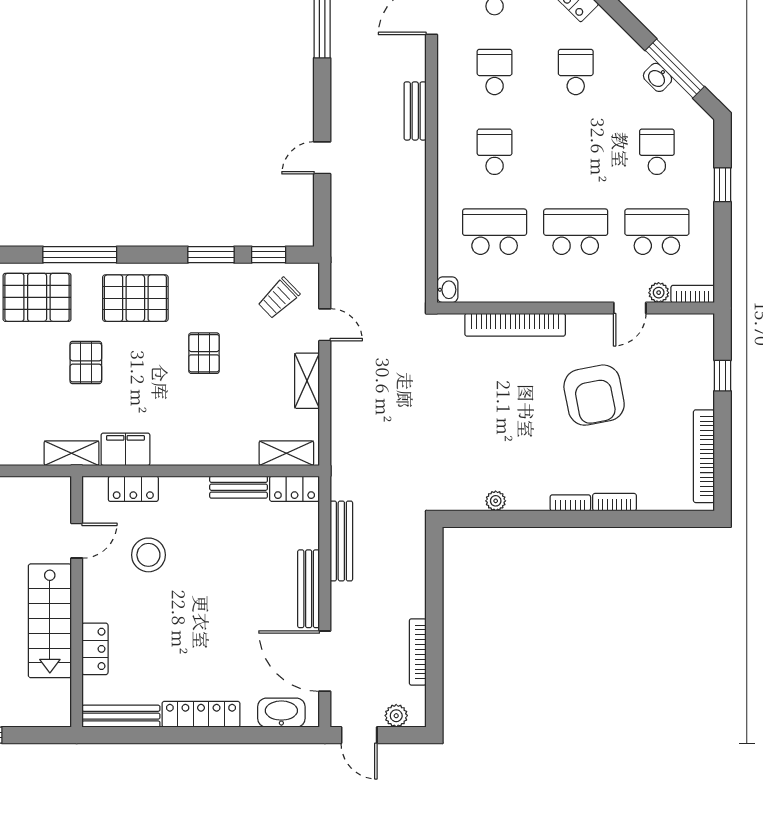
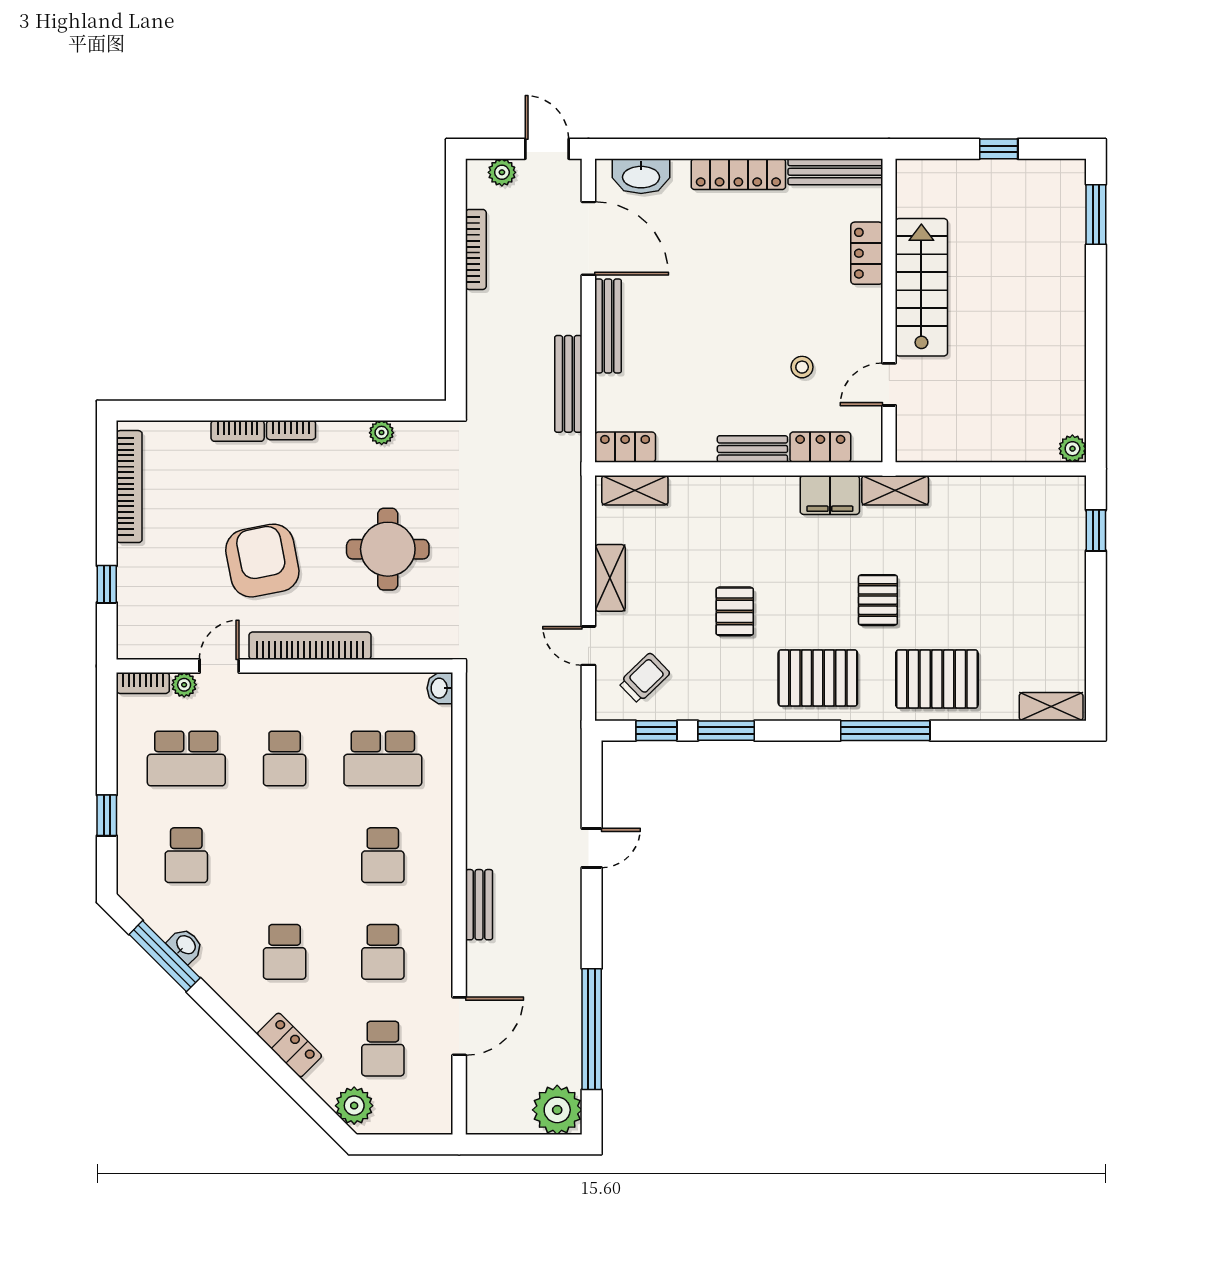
school desk: (576, 232) -> (285, 758), width x0.54
bookcase: (515, 325) -> (310, 646), moved
round table: (490, 404) -> (388, 549), added
bench: (239, 487) -> (752, 449), moved
stool: (148, 555) -> (802, 367), width x0.53, depth x0.53

